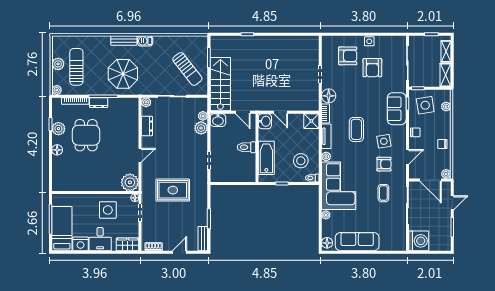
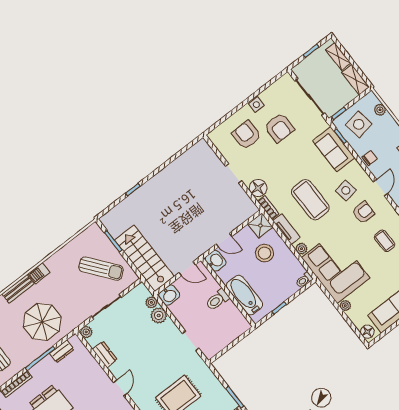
armchair: (348, 56) -> (246, 135), turned -90
dresser: (99, 103) -> (62, 351), moved
coffee table: (356, 129) -> (310, 200), width x1.36, depth x1.32
stool: (301, 161) -> (265, 253), moved

